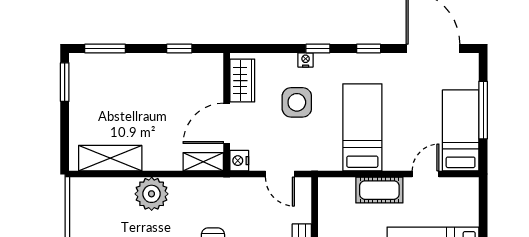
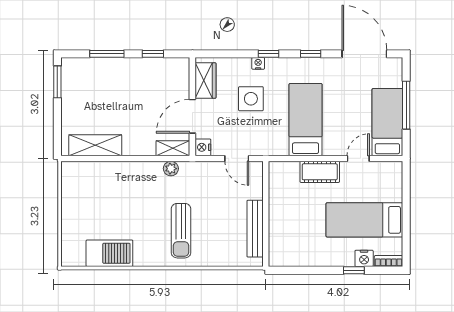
window: (105, 48) -> (107, 54), moved
plant: (152, 194) -> (171, 169), moved, width x0.53, depth x0.53

